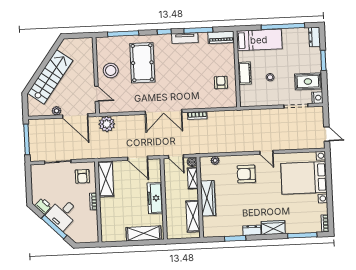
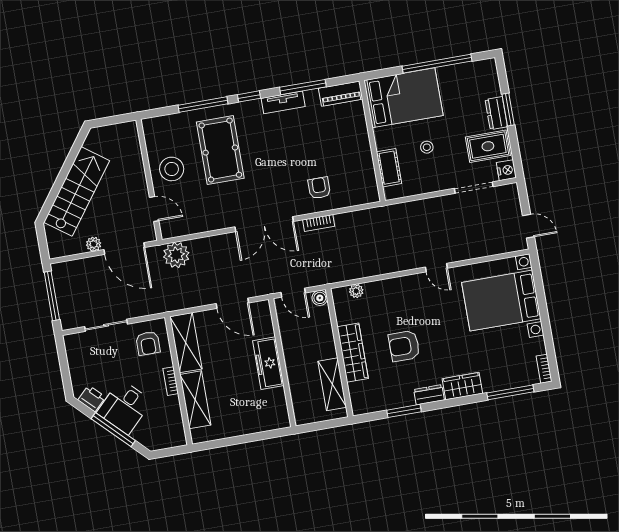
window: (123, 34) -> (203, 104), moved
dresser: (315, 37) -> (496, 113), moved
bed: (259, 40) -> (403, 98), width x1.50
cot: (245, 73) -> (389, 168), moved
armchair: (221, 82) -> (319, 188), moved
armchair: (246, 174) -> (404, 346), moved
shelving: (193, 178) -> (324, 324), removed
shelving: (144, 233) -> (195, 400), moved, turned 90

